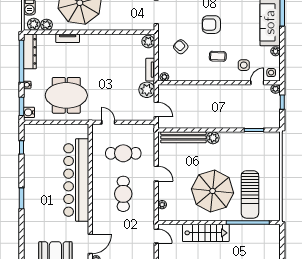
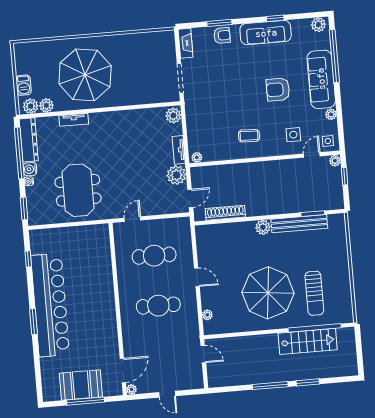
armchair: (211, 25) -> (278, 89), moved
armchair: (181, 47) -> (214, 119), removed
coffee table: (218, 56) -> (249, 136), moved
meeting table: (66, 95) -> (78, 190), turned 90
door: (156, 110) -> (190, 198), hinge flipped
water cooler: (29, 112) -> (30, 169), moved
door: (108, 122) -> (132, 219), hinge flipped
shoe rack: (184, 124) -> (225, 213), added
bench: (183, 137) -> (299, 224), moved
bar counter: (76, 180) -> (50, 305), moved, turned 180
cafe table: (123, 194) -> (158, 306), turned 90
sun lounger: (250, 194) -> (314, 293), width x0.73, depth x0.75
stairs: (206, 233) -> (308, 341), moved

